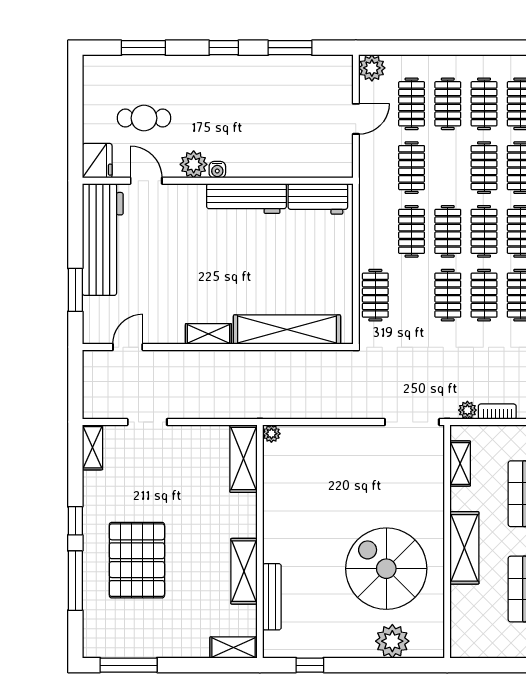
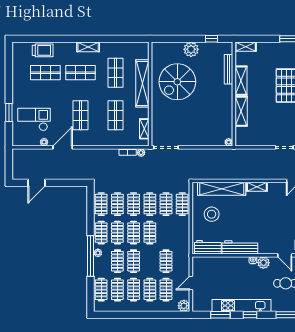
kitchen unit: (243, 68) -> (241, 306), added
clothes rail: (412, 231) -> (166, 204), moved
stool: (310, 273) -> (212, 214), added
shelving: (244, 459) -> (241, 111), moved
shelving: (464, 548) -> (142, 83), width x1.47
spiral stairs: (386, 569) -> (177, 82), turned 90
plant: (392, 641) -> (191, 49), moved

